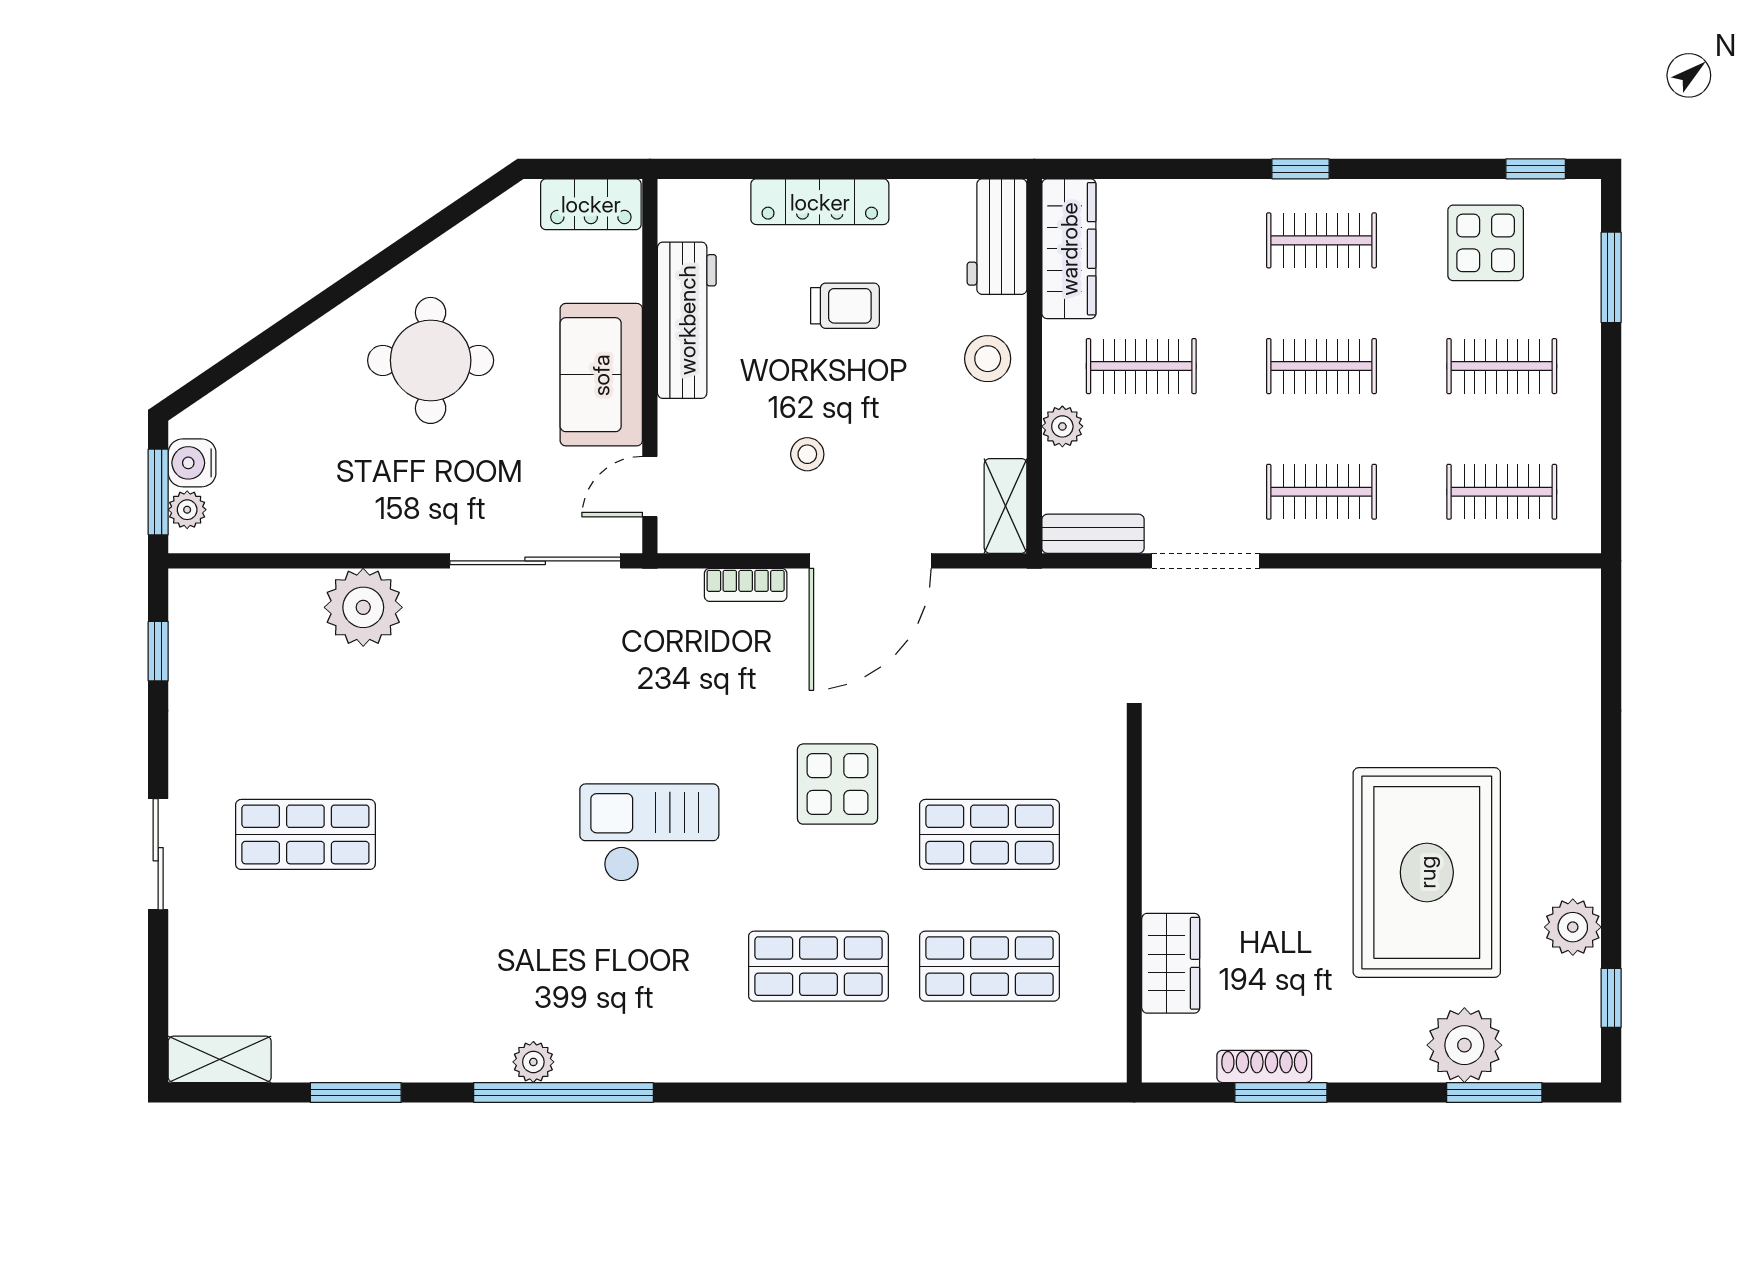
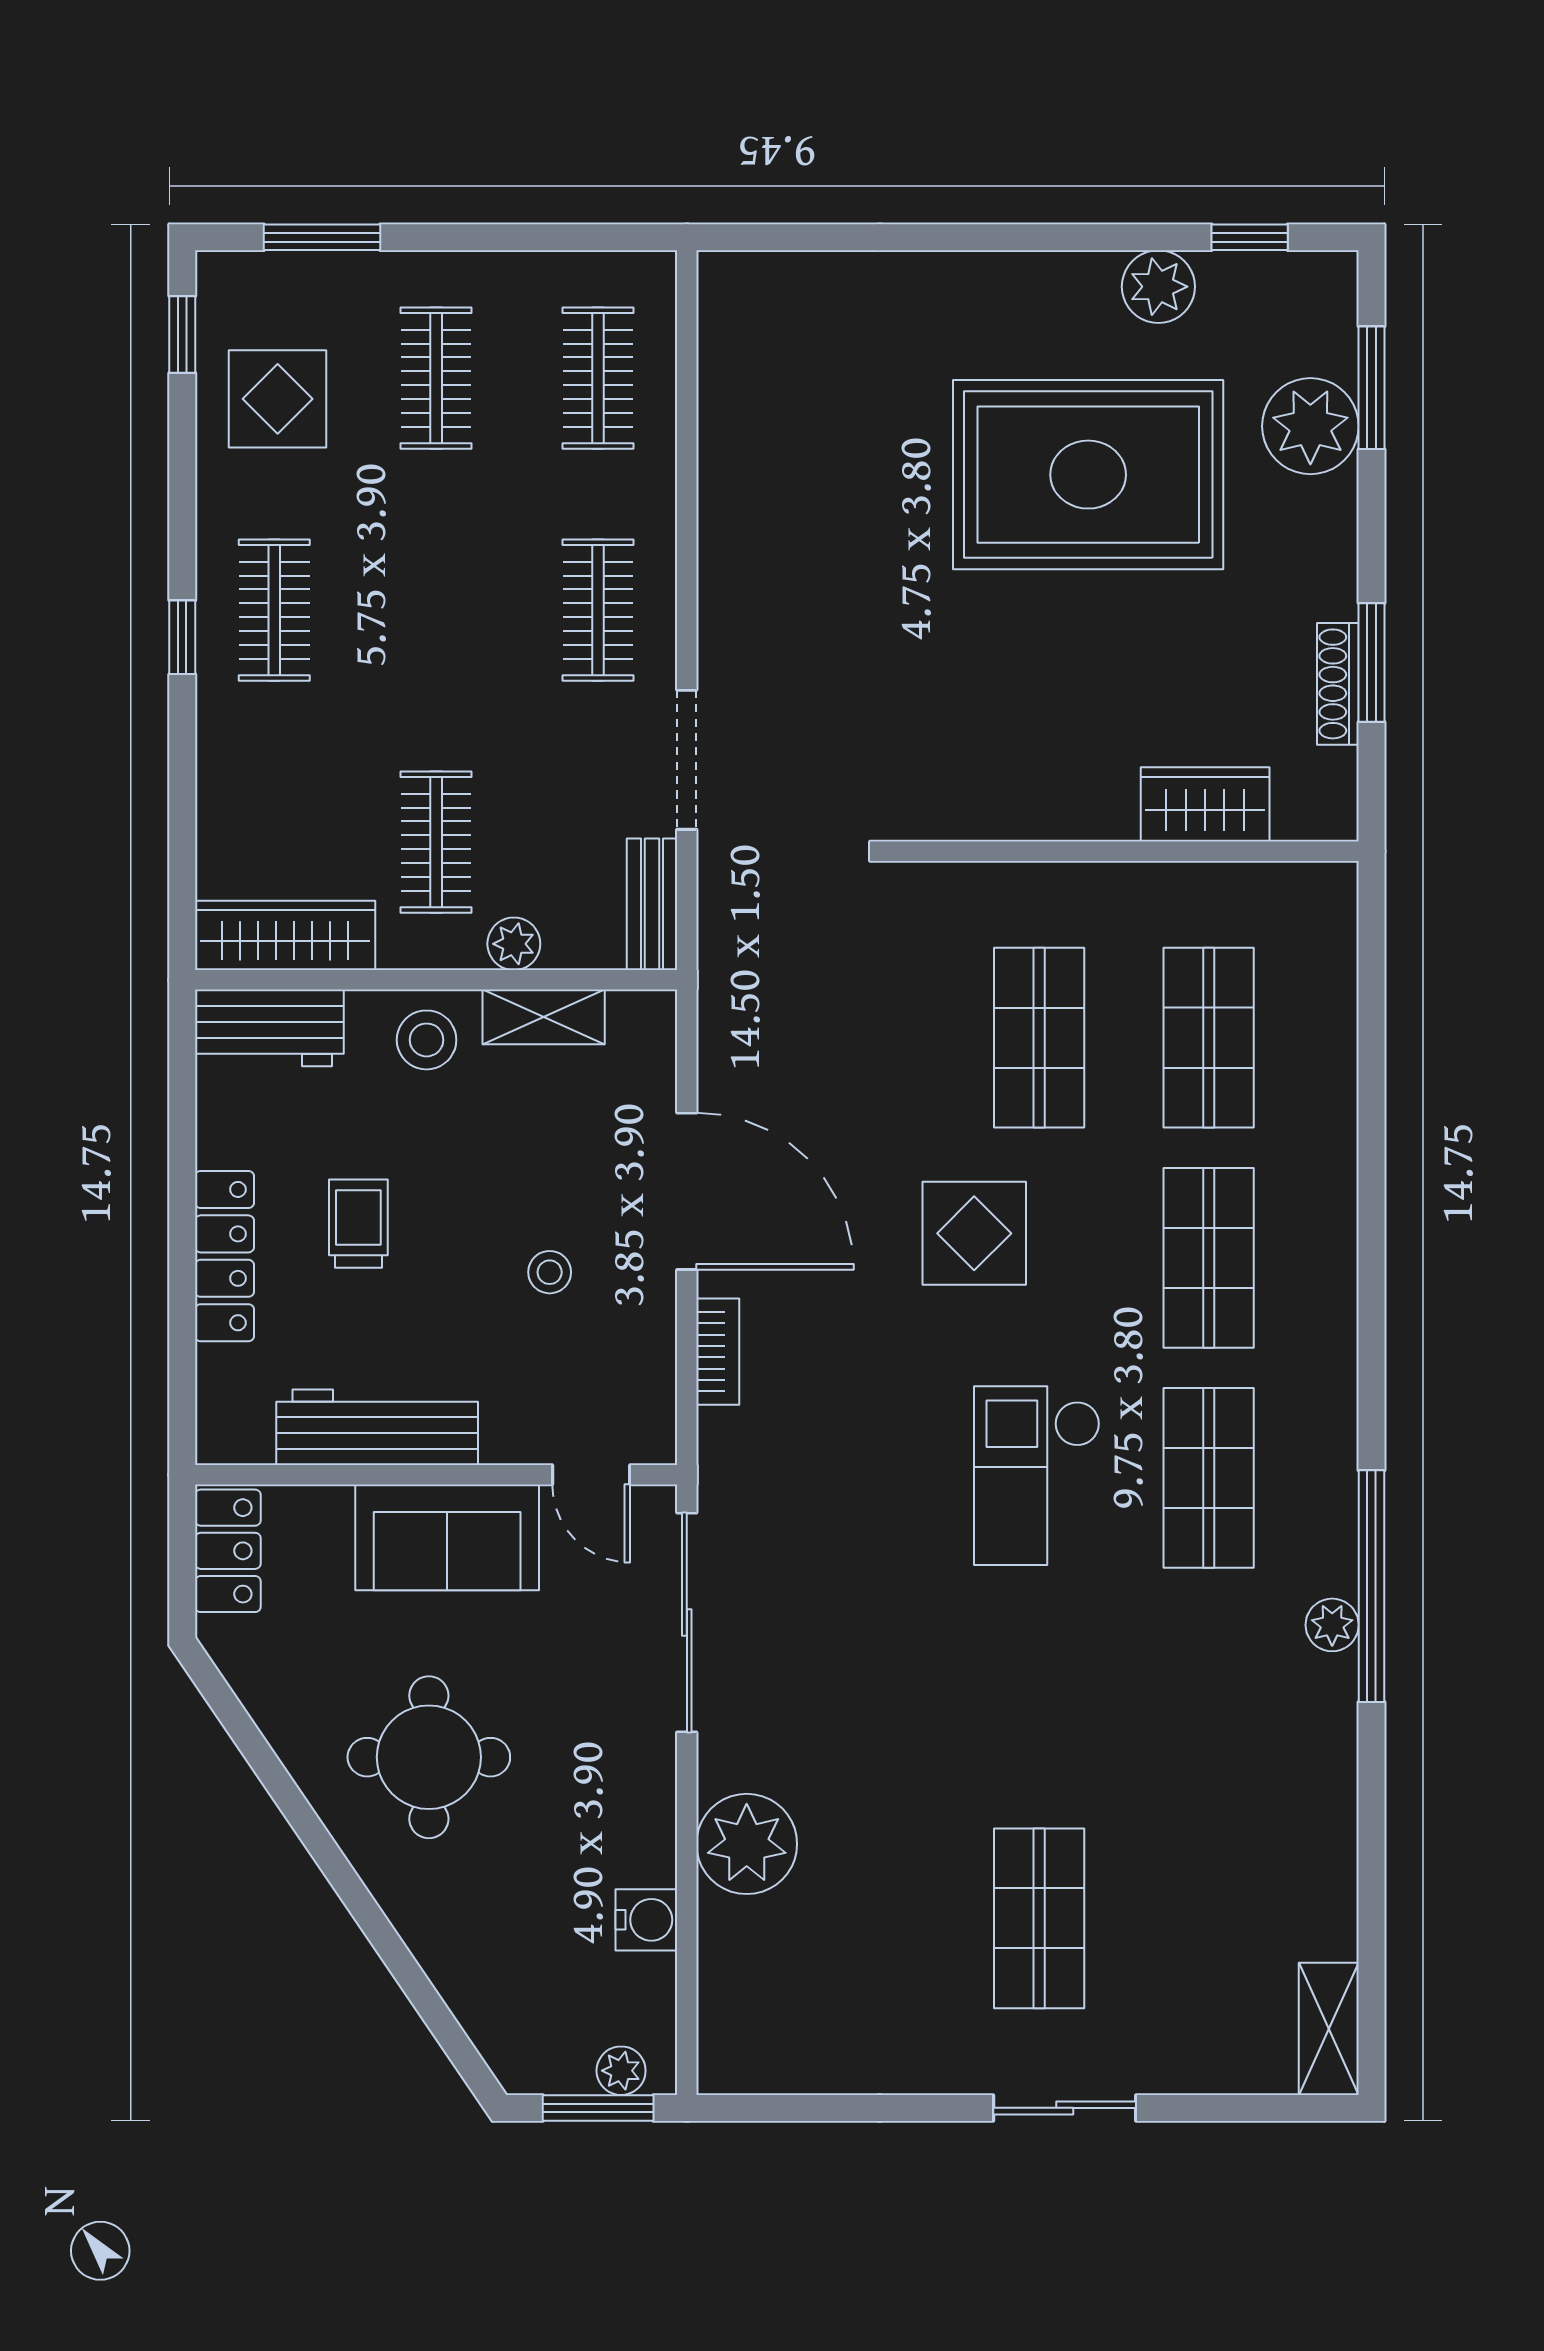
clothes rail: (1321, 366) -> (436, 610), removed
water cooler: (192, 463) -> (646, 1920), moved, turned -90
shelving: (1006, 506) -> (544, 1017), moved
window: (158, 651) -> (803, 2108), removed
shop shelf: (647, 966) -> (1209, 1478), added
window: (356, 1092) -> (1371, 1854), removed

